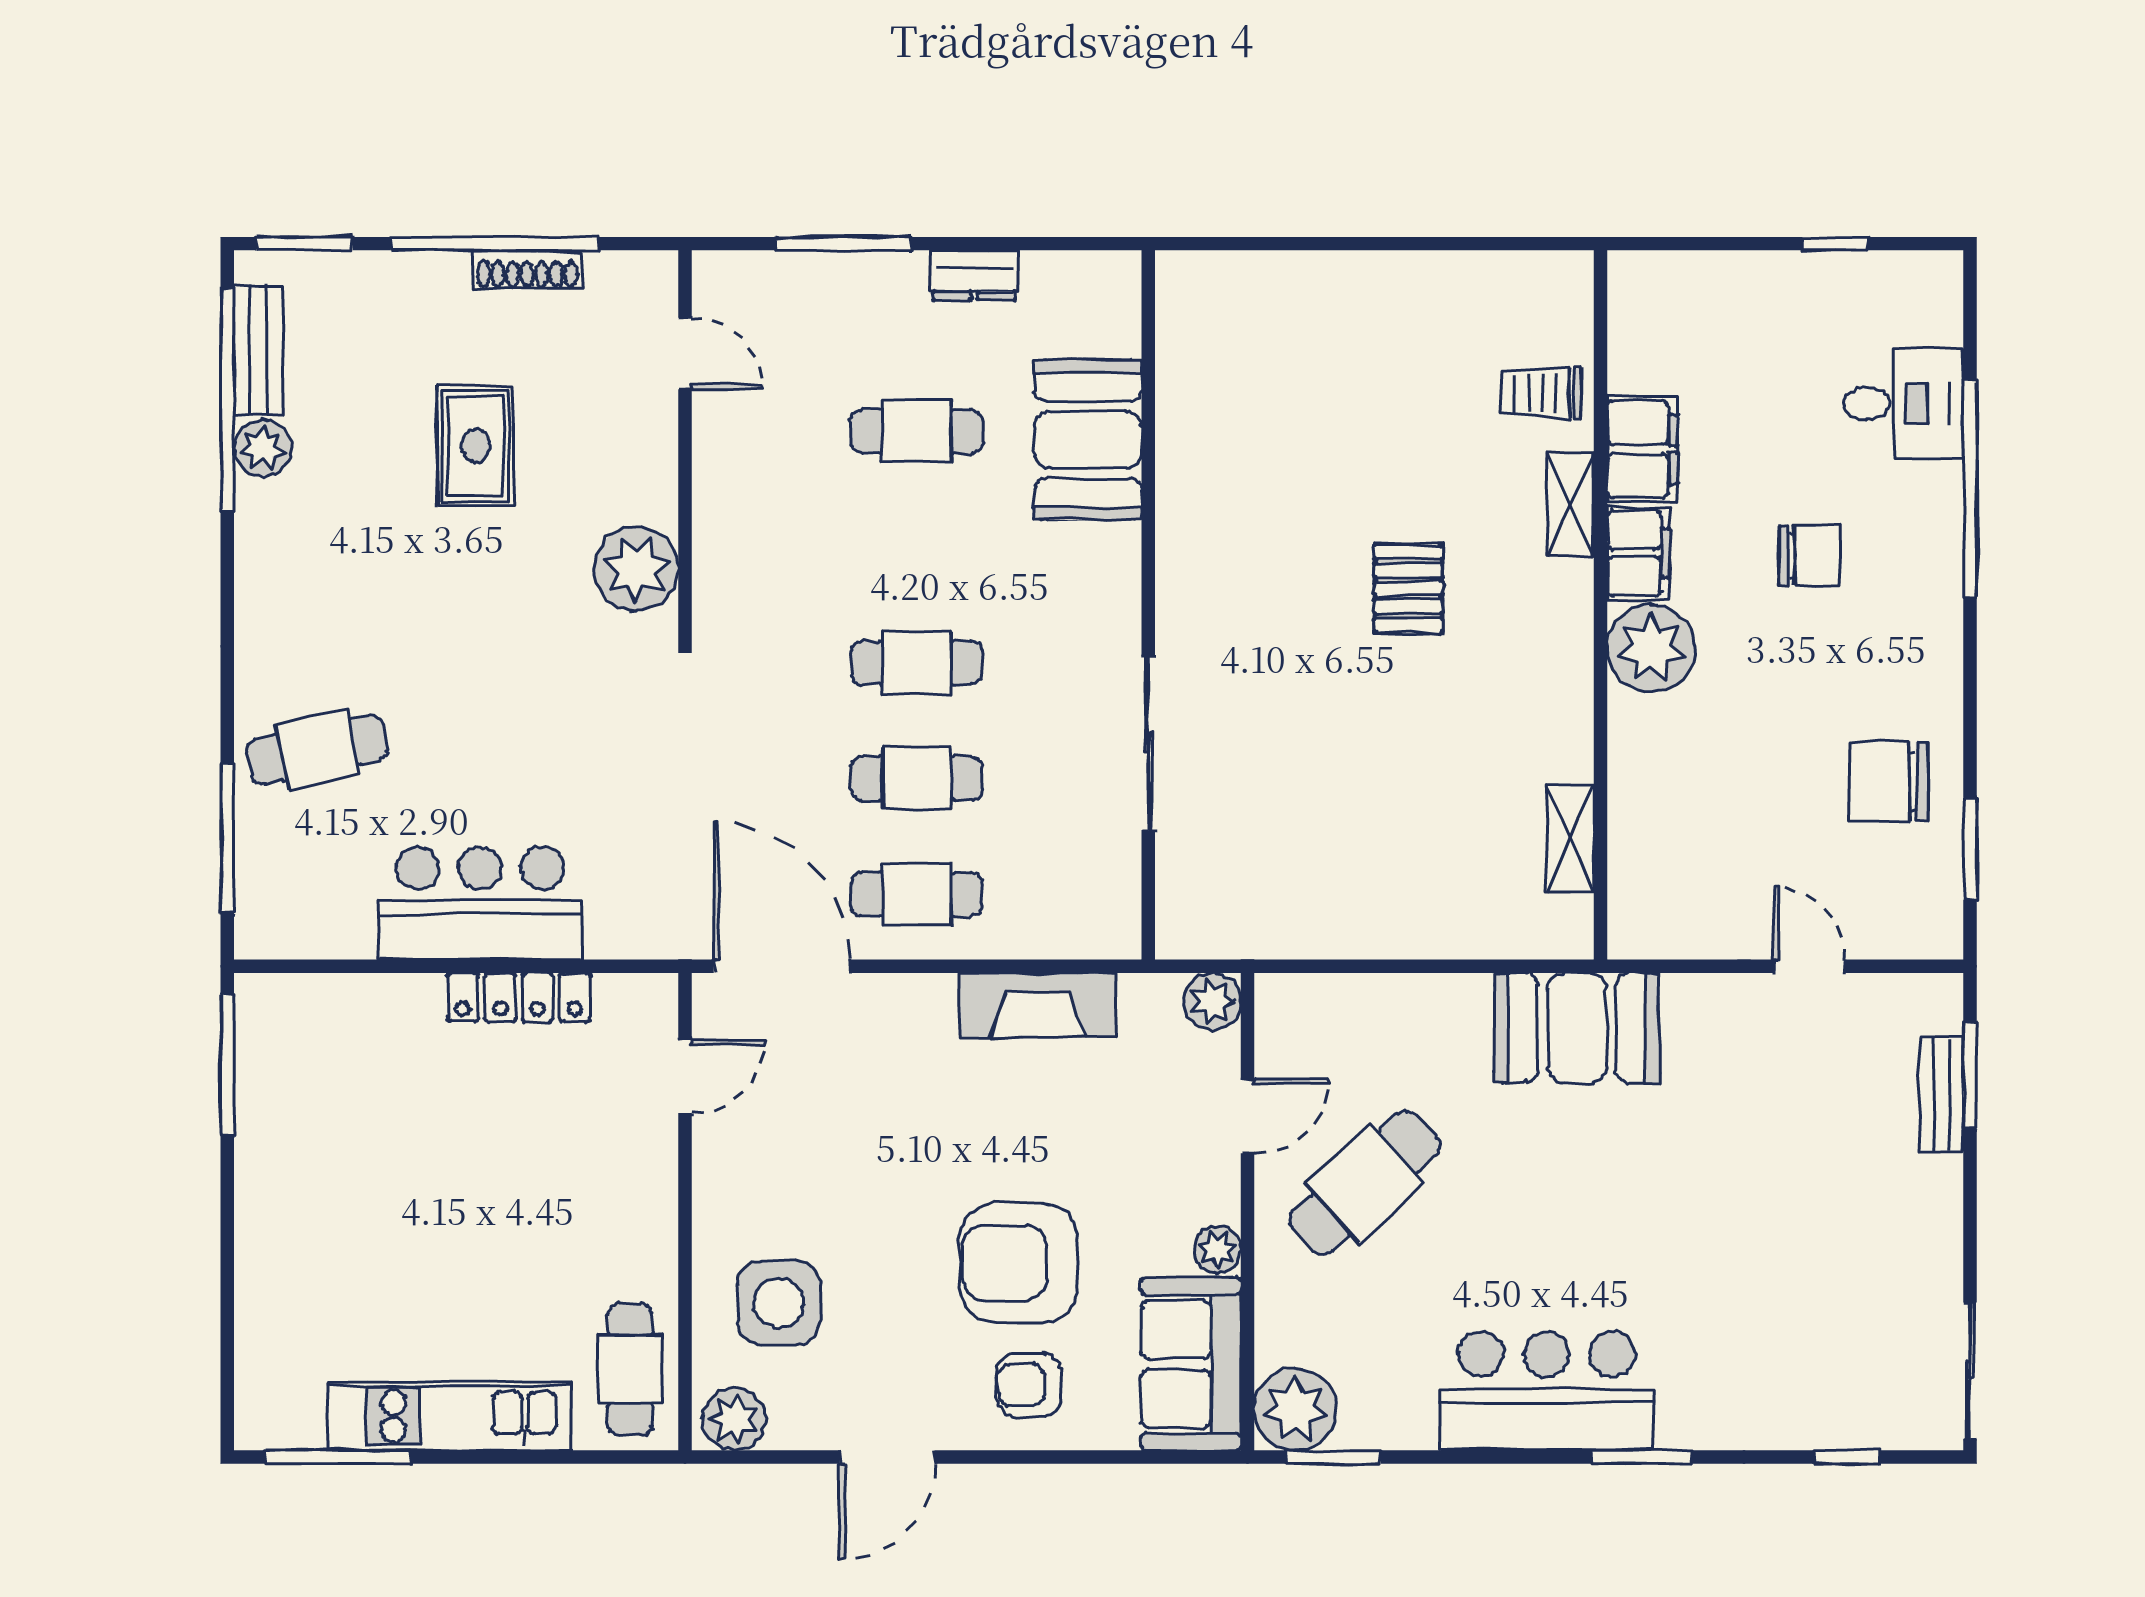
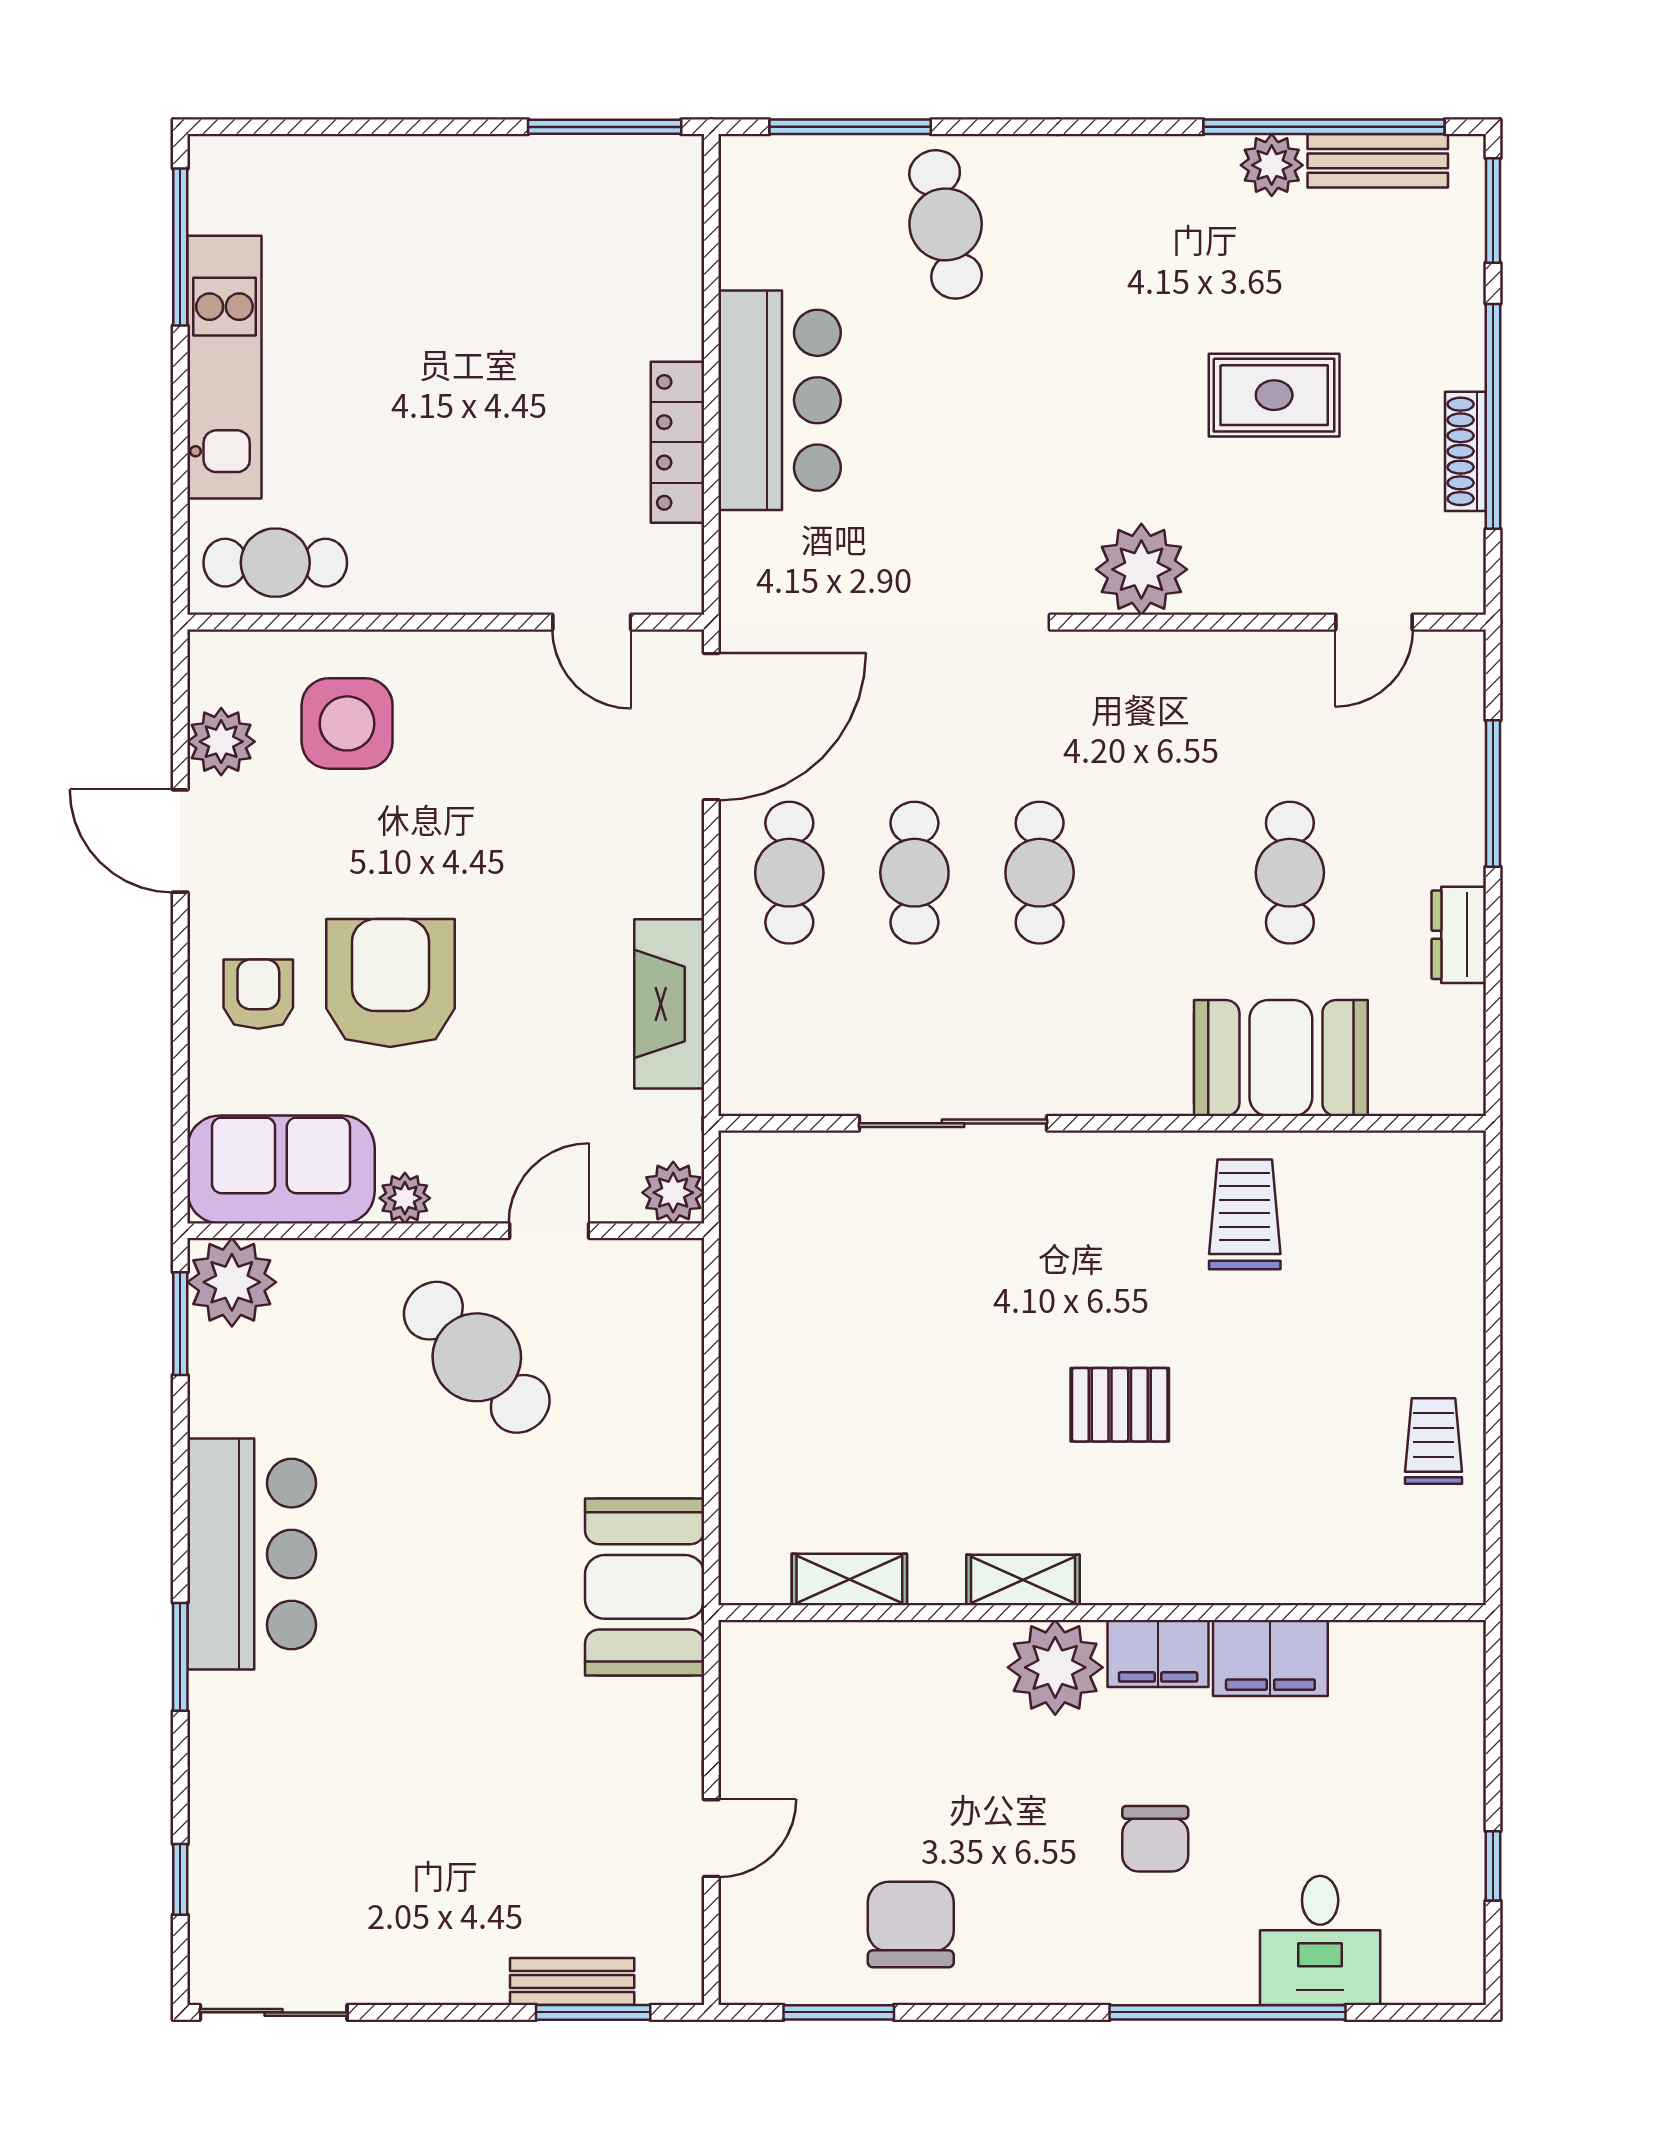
trolley: (1541, 392) -> (1433, 1441), moved
trolley: (1232, 473) -> (1245, 1214), added
shelving: (1570, 504) -> (1023, 1580), moved
door: (1248, 1116) -> (549, 1231), swing flipped
plant: (734, 1419) -> (221, 742), moved

